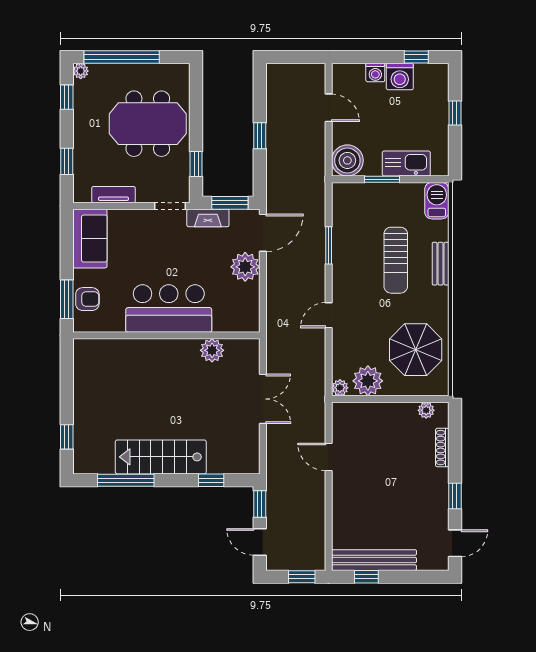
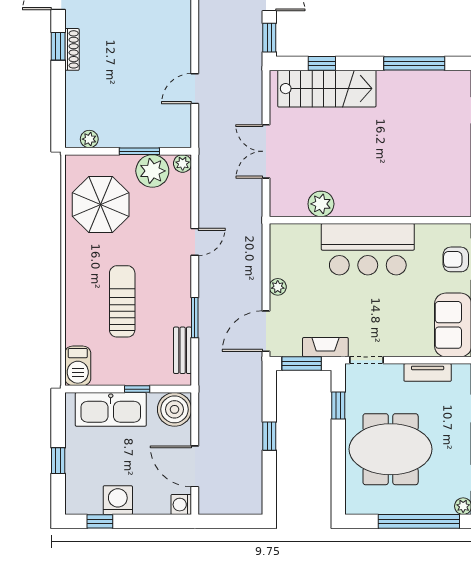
washing machine: (375, 73) -> (181, 505), moved, turned -90
door: (329, 108) -> (195, 466), width x1.38
kitchen sink: (406, 164) -> (111, 409), width x1.36, depth x1.24
window: (382, 179) -> (137, 389), width x0.67
bench: (441, 264) -> (183, 350), moved
plant: (245, 267) -> (278, 287), width x0.53, depth x0.53
window: (380, 399) -> (139, 151), added
shoe rack: (442, 448) -> (72, 49), moved
stairs: (161, 457) -> (327, 89), moved
door: (329, 457) -> (195, 89), swing flipped

